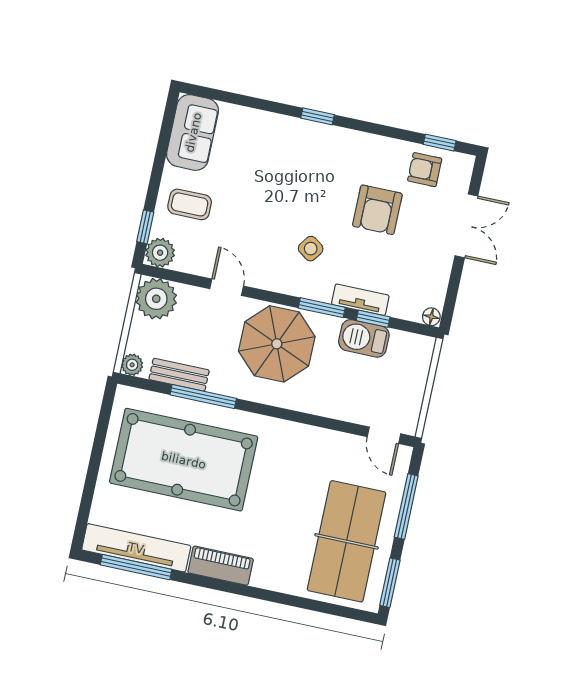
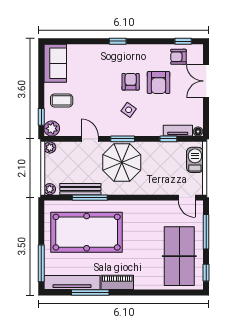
armchair: (326, 197) -> (131, 82), added
double door: (466, 226) -> (206, 81), swing flipped
plant: (156, 299) -> (50, 148), width x0.53, depth x0.53
tv unit: (360, 300) -> (178, 131), moved
window: (322, 308) -> (123, 139), moved
barbecue: (364, 338) -> (195, 160), moved, turned 90
bench: (179, 375) -> (80, 189), width x1.36
window: (87, 500) -> (41, 263), added
window: (136, 567) -> (90, 293), moved
window: (390, 583) -> (206, 273), width x0.67

